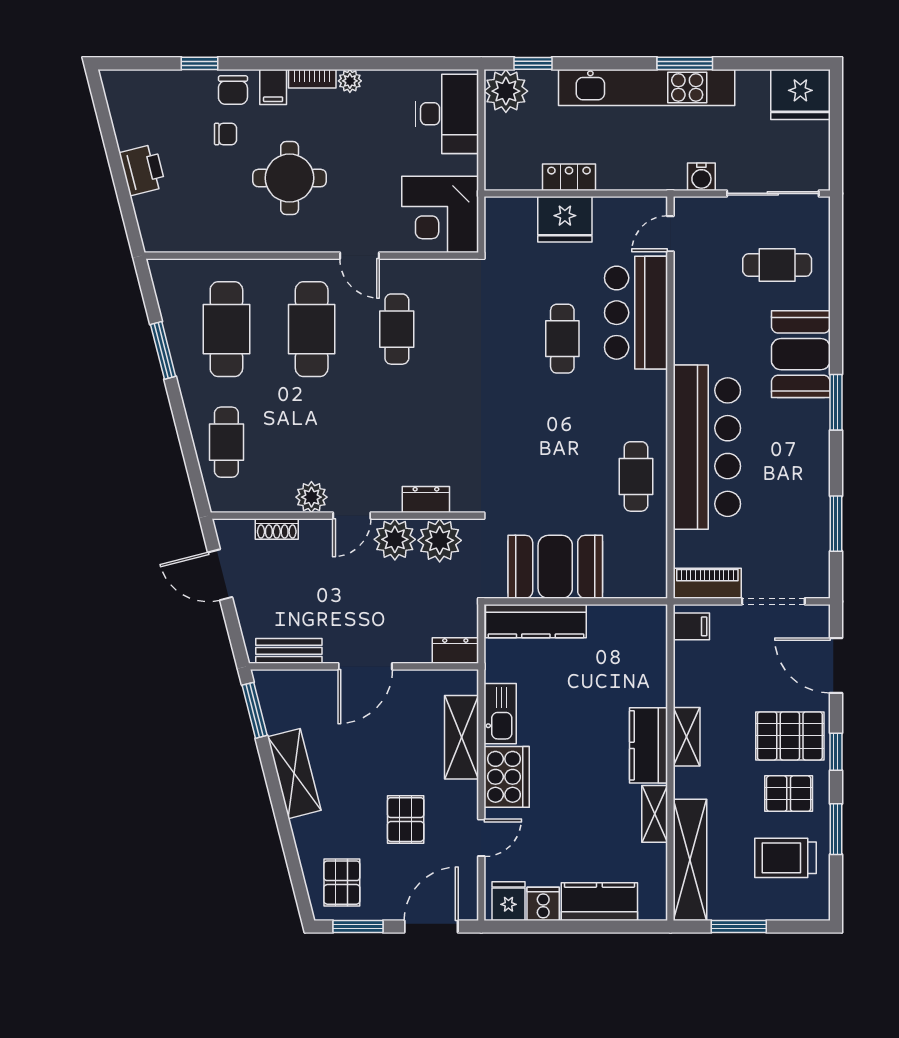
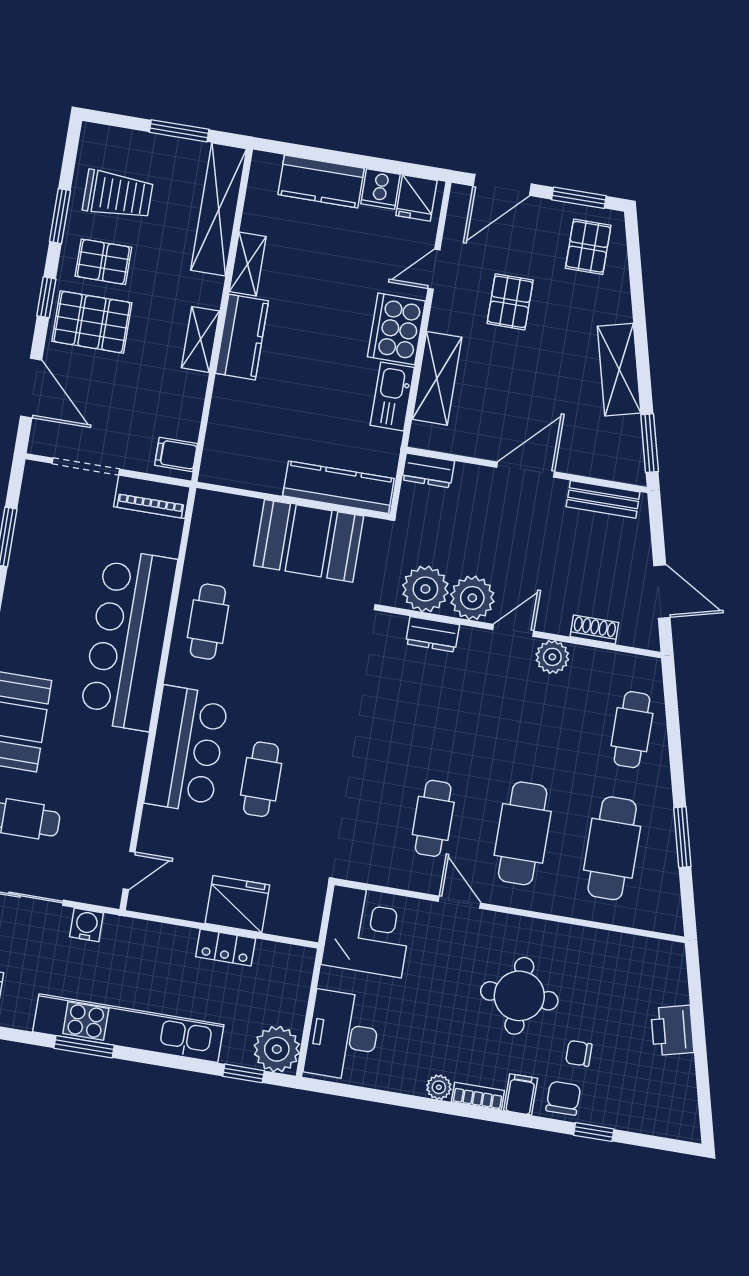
bar counter: (636, 313) -> (186, 749), moved

